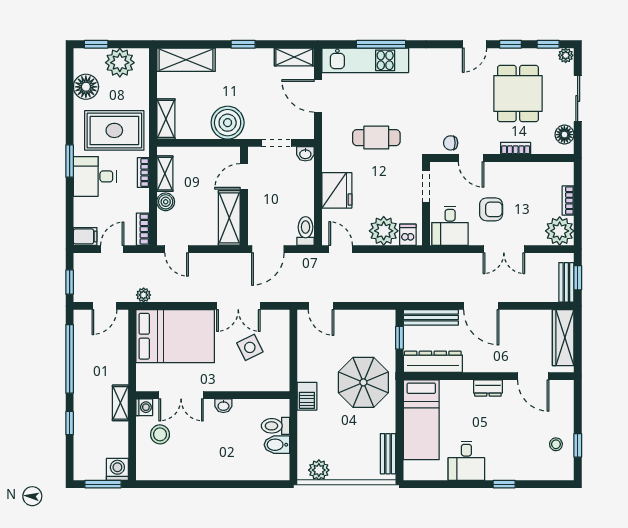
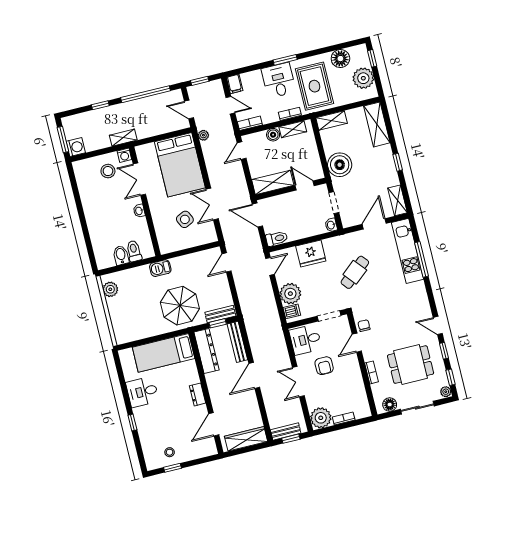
cafe table: (376, 138) -> (355, 272), turned 50
bench: (388, 454) -> (220, 314), moved

